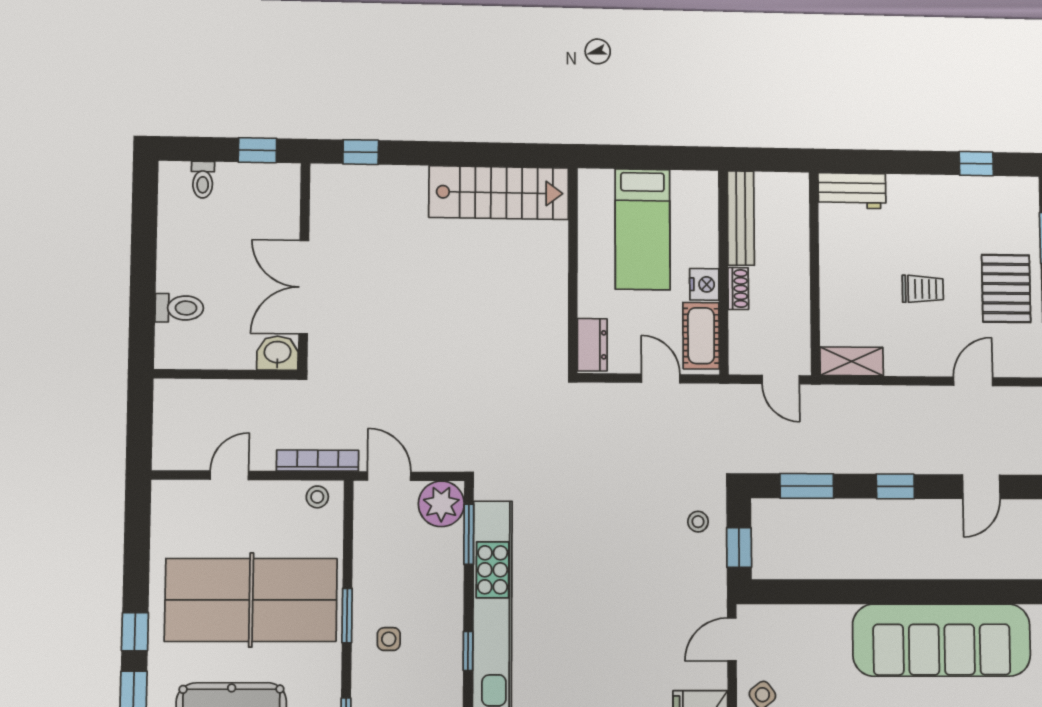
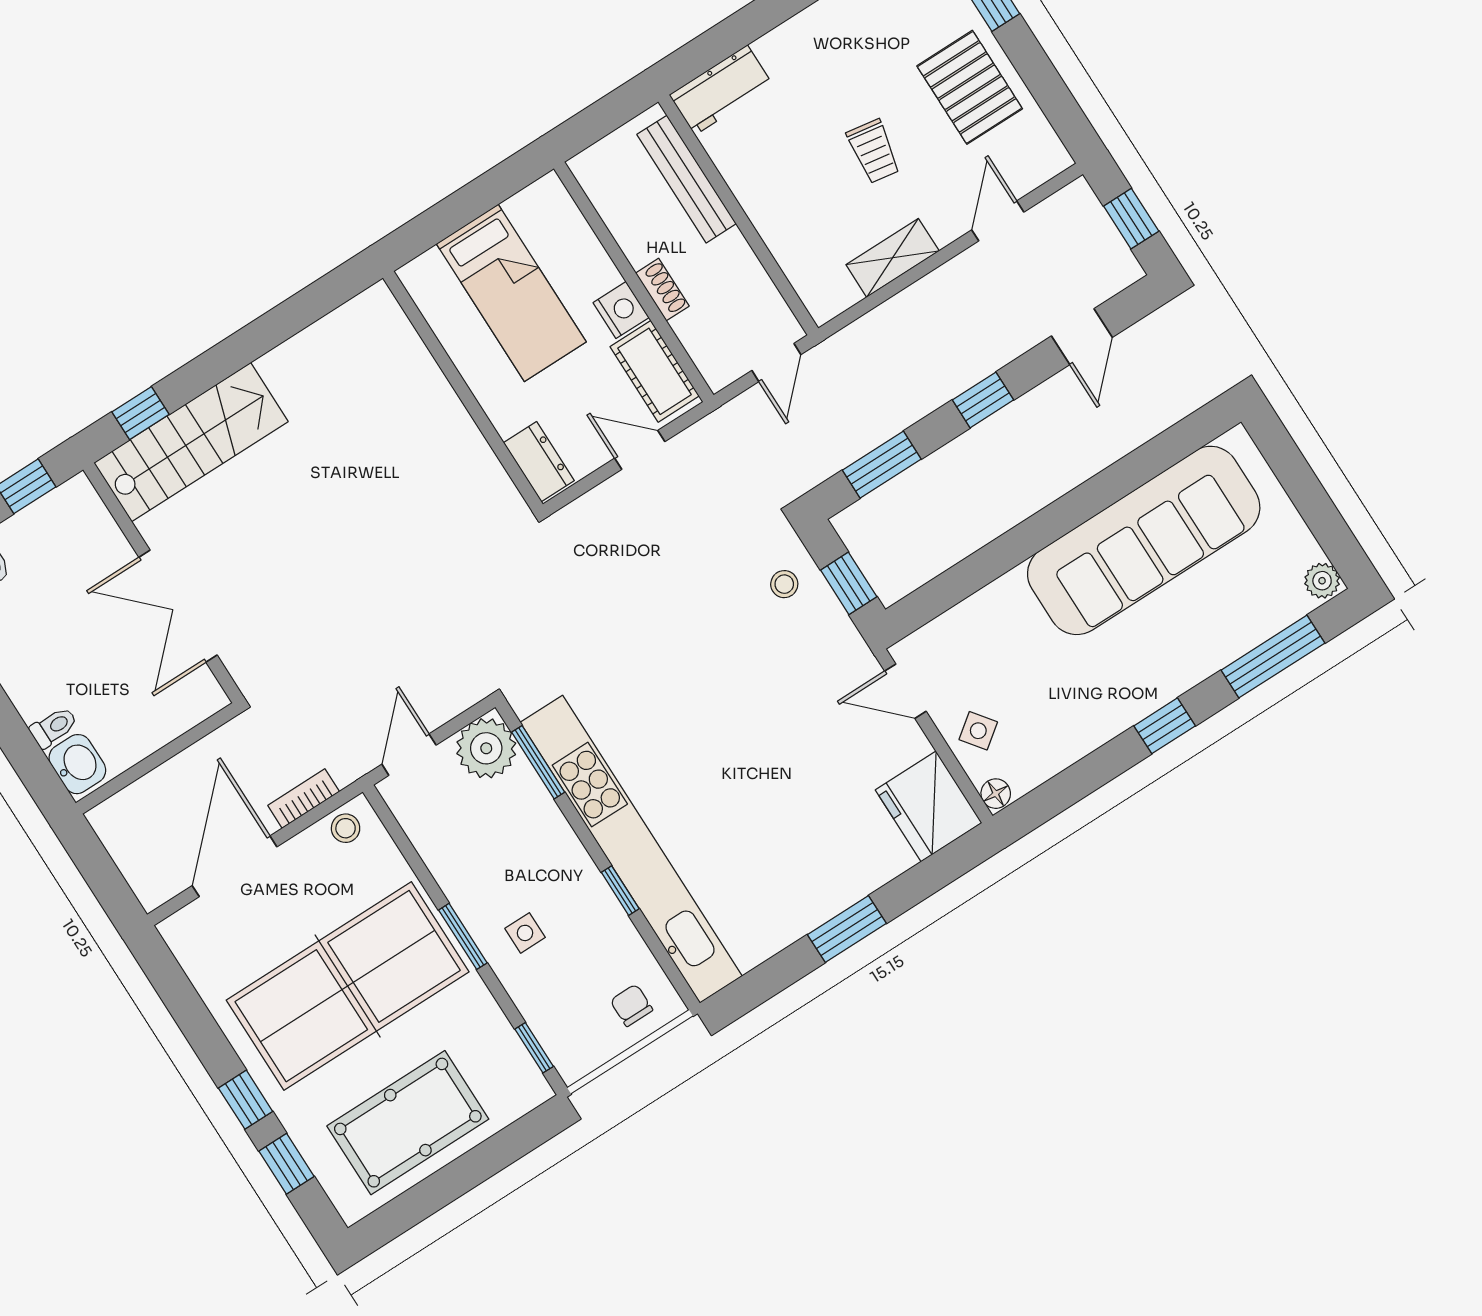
stairs: (499, 193) -> (191, 442), moved
bench: (741, 218) -> (687, 179), moved
trolley: (923, 289) -> (874, 151), turned 99
toilet: (179, 308) -> (54, 727), width x0.73, depth x0.72
washbasin: (277, 353) -> (77, 764), moved, turned 90
shelving: (852, 361) -> (893, 258), moved
door: (781, 380) -> (776, 363), hinge flipped
bookcase: (318, 461) -> (304, 799), width x0.64
door: (229, 475) -> (235, 866), width x1.88
door: (389, 476) -> (409, 755), hinge flipped
door: (732, 639) -> (905, 691), hinge flipped

